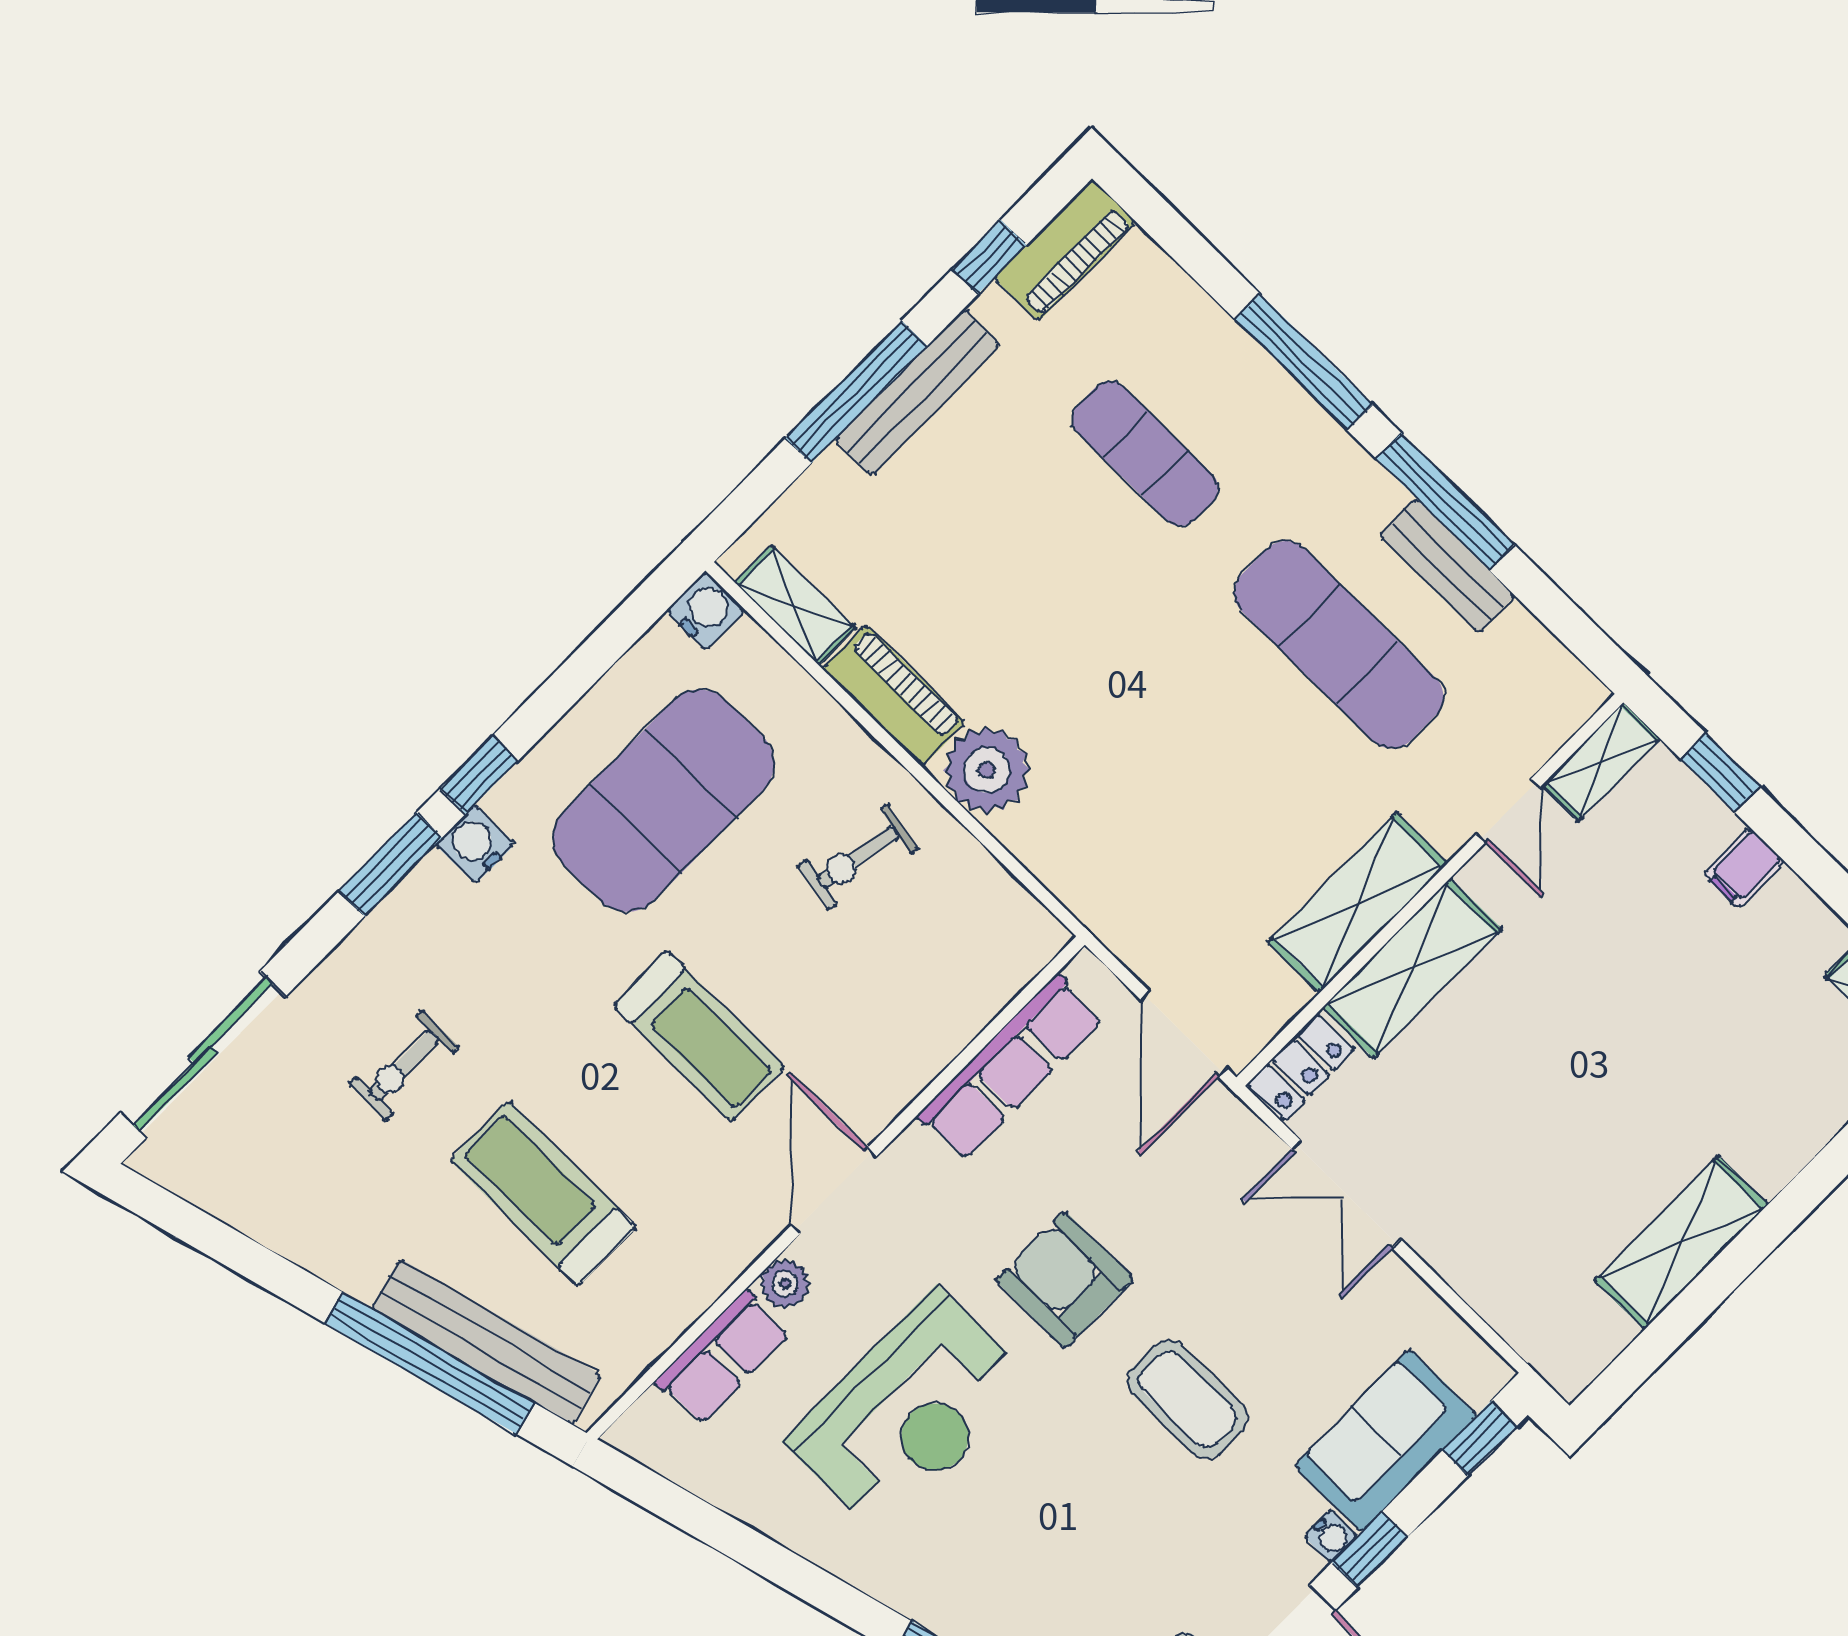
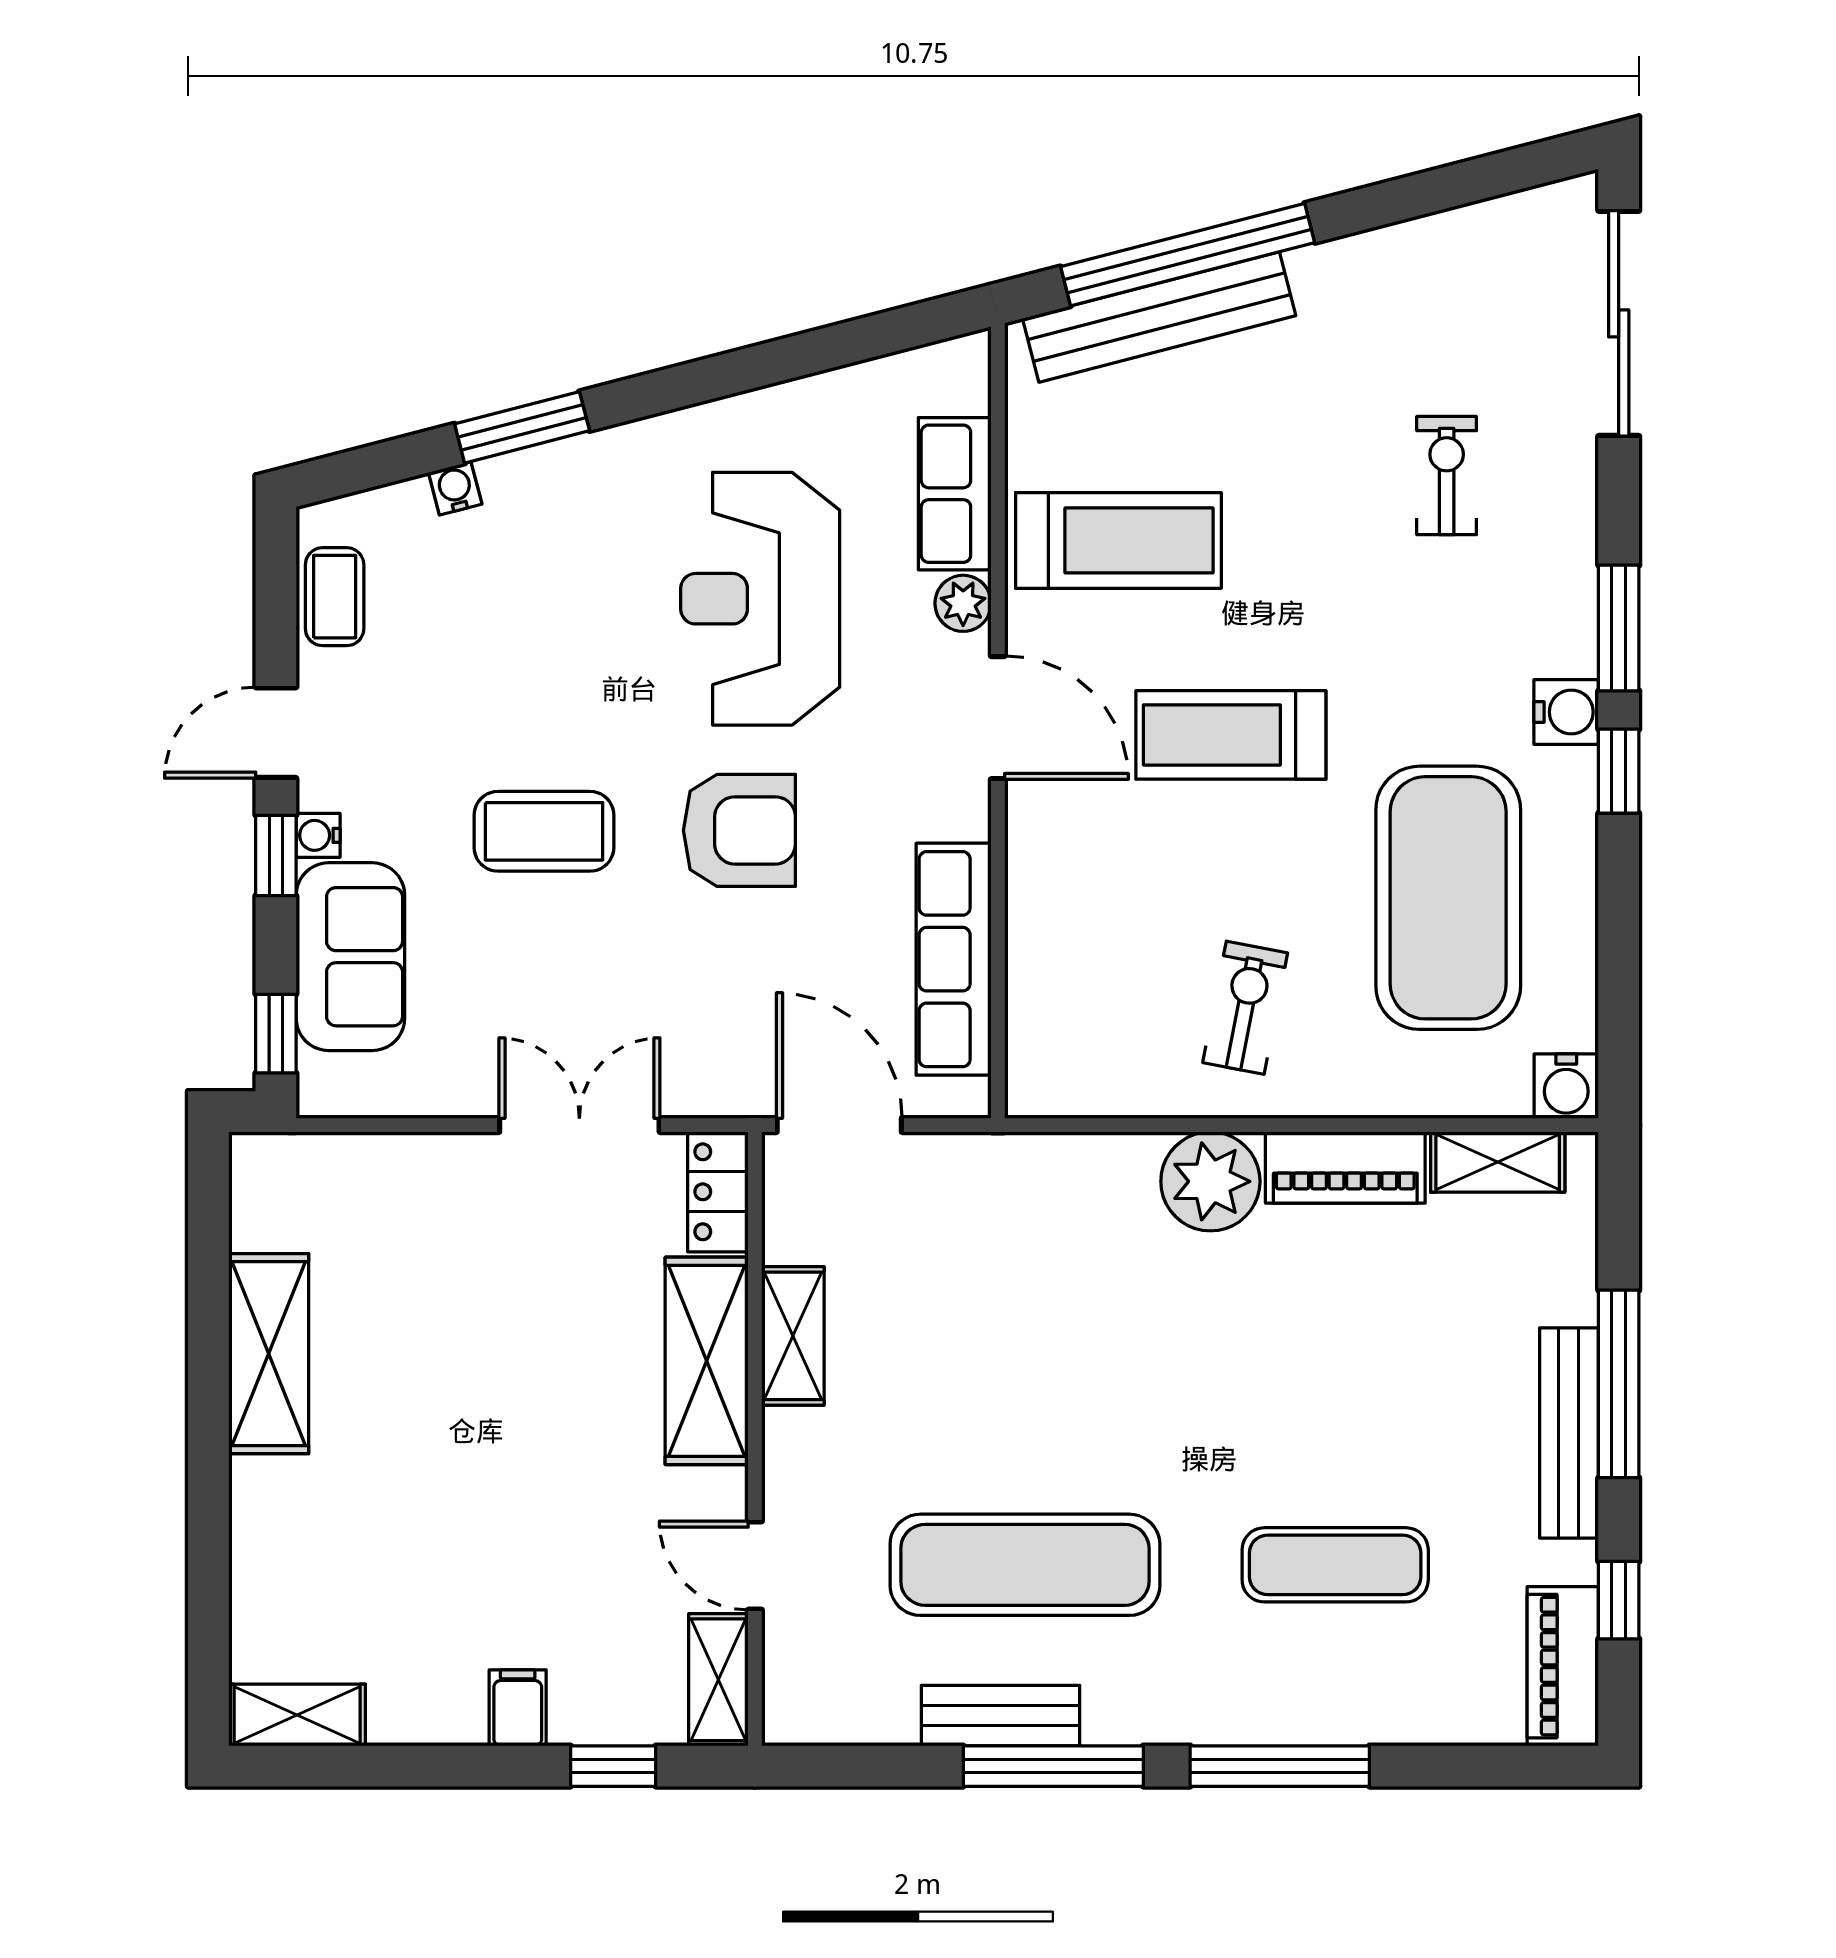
shelving: (1358, 903) -> (793, 1336), width x0.67, depth x0.75
treadmill: (543, 1193) -> (1118, 540), moved

